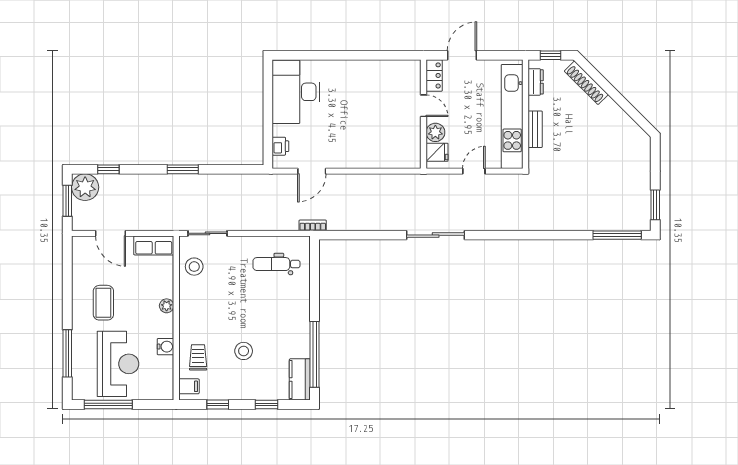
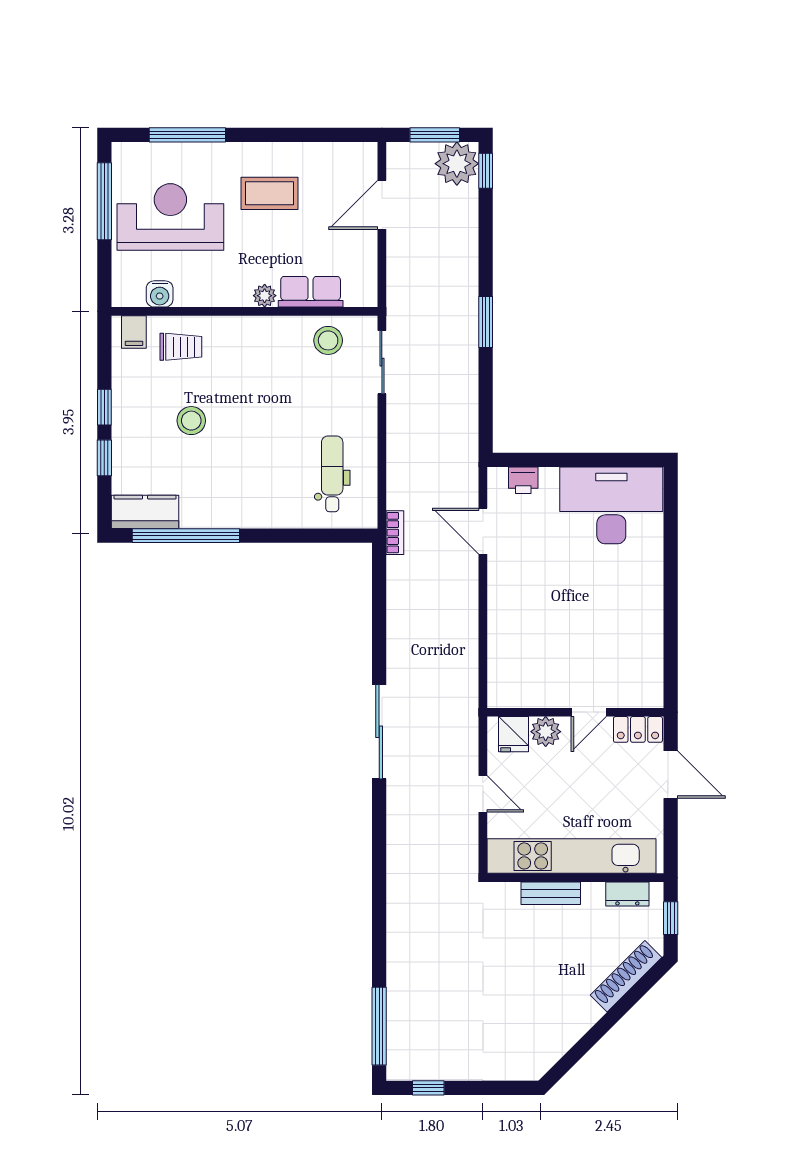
window: (108, 169) -> (486, 171), moved
window: (655, 205) -> (428, 1088), width x0.67
row of seats: (154, 245) -> (311, 292), moved, turned 90
water cooler: (165, 347) -> (160, 294), moved
reception desk: (118, 364) -> (170, 217), turned 180
window: (218, 405) -> (104, 407), moved

